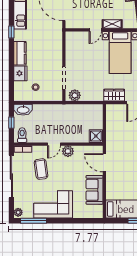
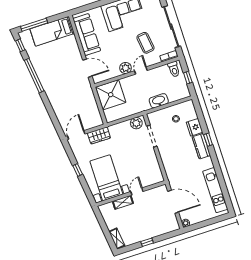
window: (11, 32) -> (208, 140), moved
washbasin: (23, 110) -> (159, 101), moved
shower: (96, 136) -> (111, 95), width x1.86, depth x1.86
sofa: (94, 190) -> (87, 35), width x1.36

